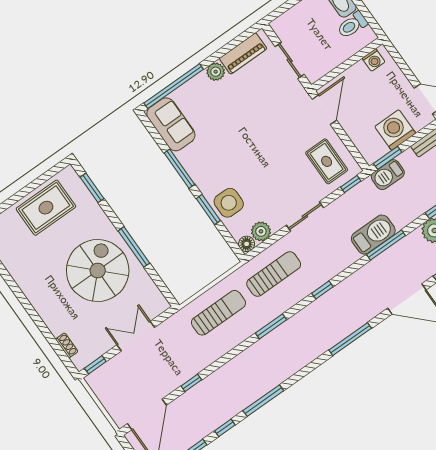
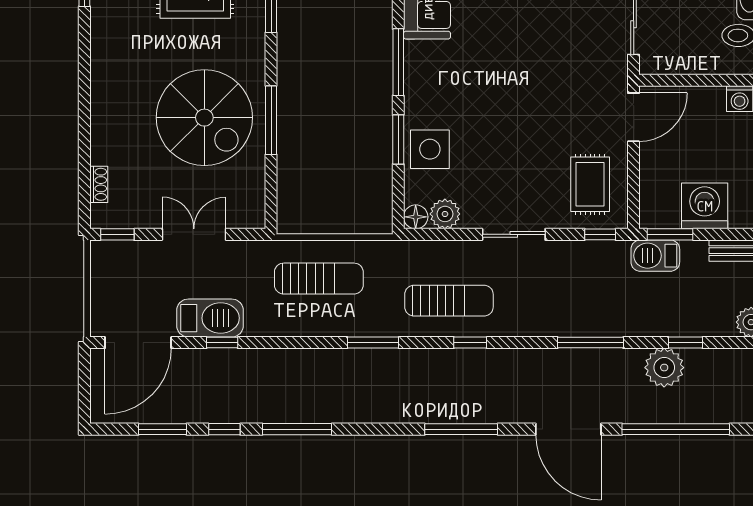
barbecue: (373, 235) -> (210, 318), moved
spiral stairs: (98, 271) -> (204, 118), turned 90
sun lounger: (274, 274) -> (449, 301), moved

